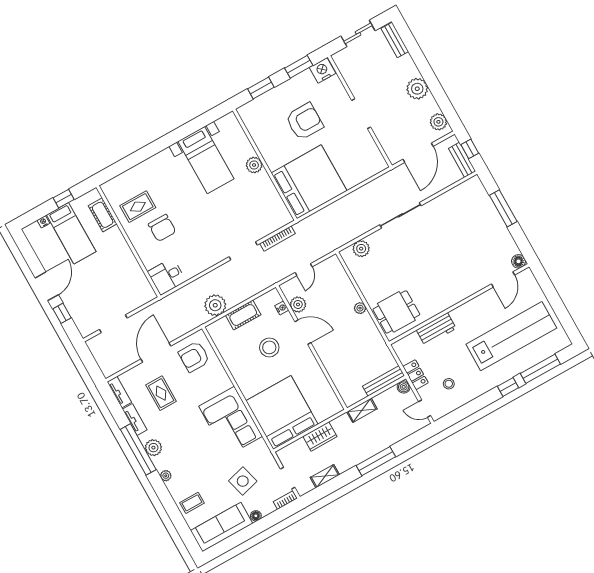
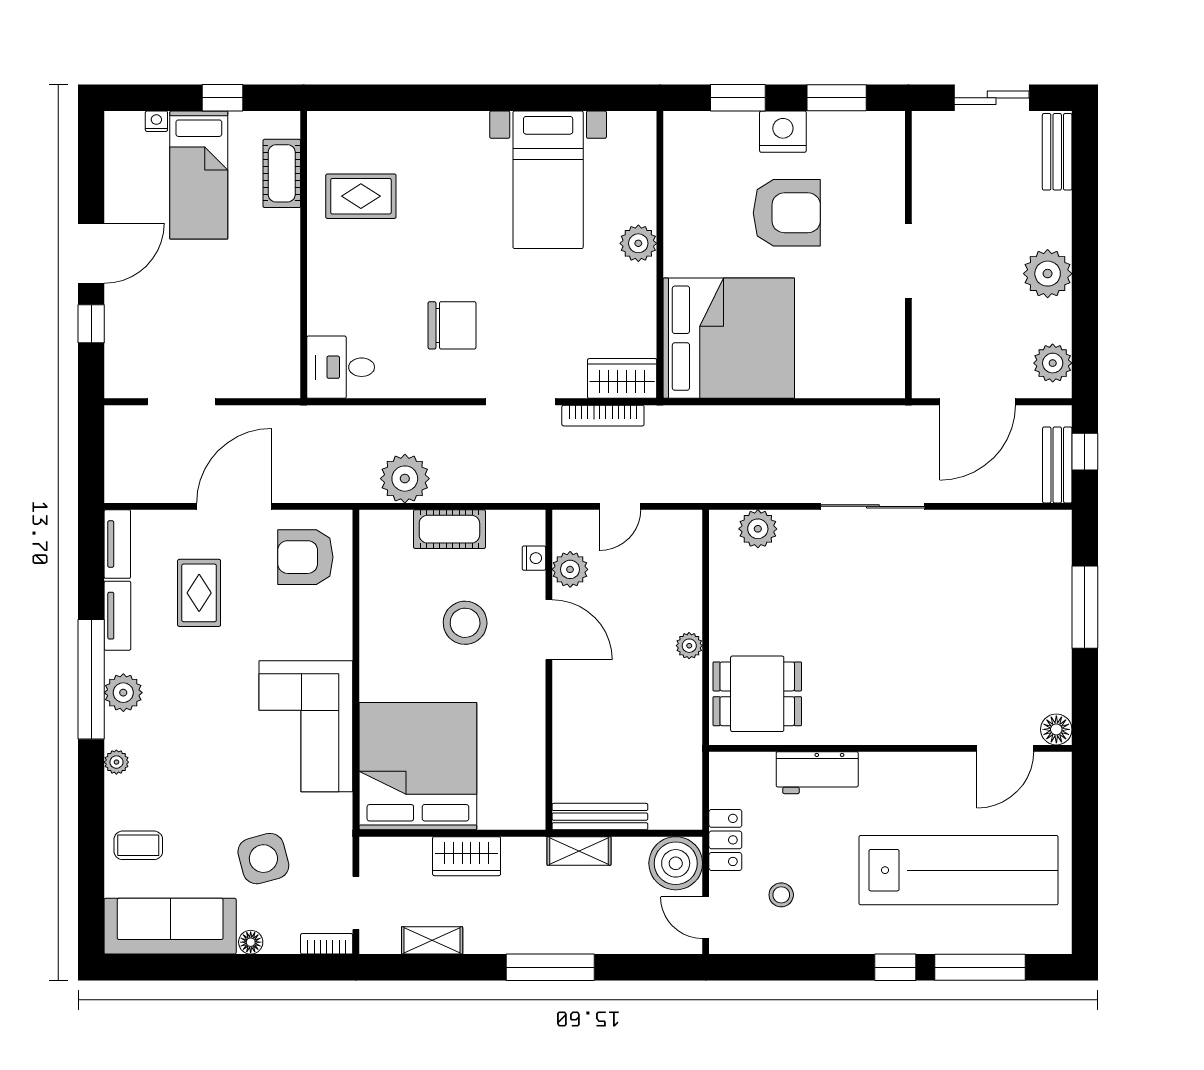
nightstand: (323, 70) -> (783, 132), moved
wardrobe: (277, 220) -> (622, 378), added
chair: (162, 228) -> (452, 325), moved, turned -90
bench: (383, 381) -> (600, 817), moved
boiler: (404, 387) -> (676, 863), width x1.86, depth x1.86

